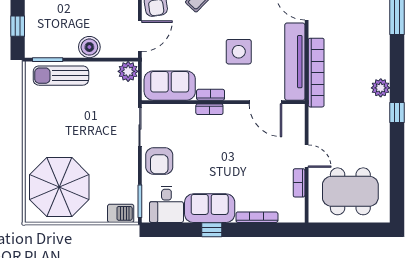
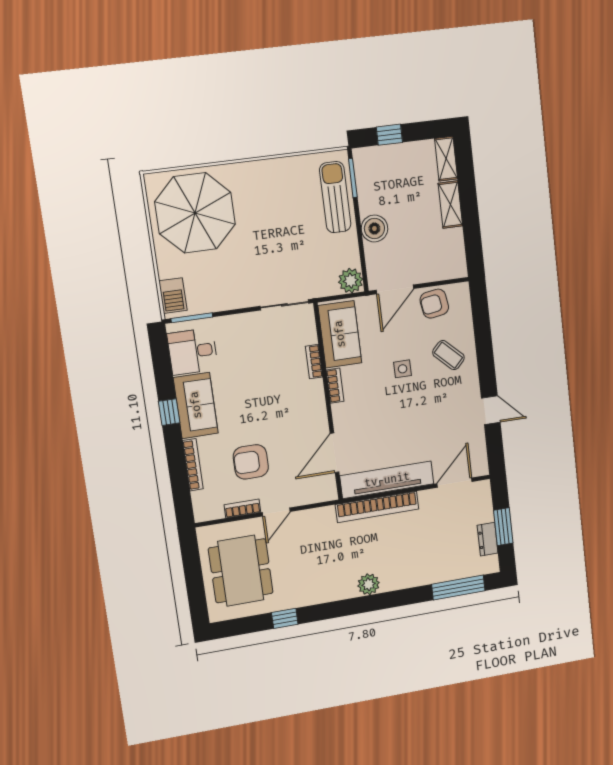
door: (140, 36) -> (395, 289), hinge flipped
side table: (239, 52) -> (403, 369), moved, width x0.54, depth x0.54
bookcase: (209, 109) -> (314, 362), moved
window: (397, 113) -> (285, 618), moved
armchair: (159, 161) -> (251, 462), moved

